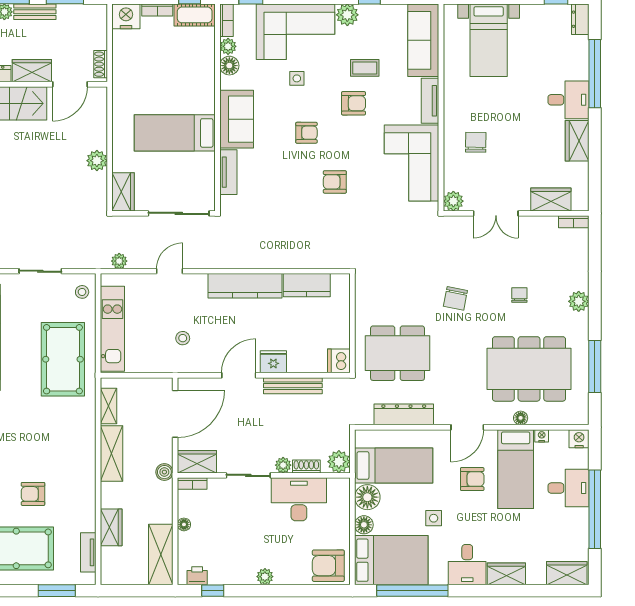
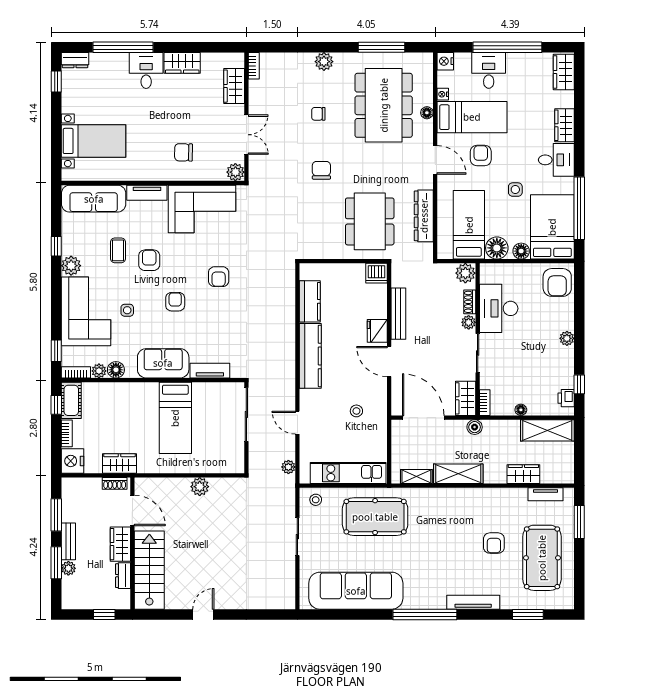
wardrobe: (123, 192) -> (120, 464), moved
chair: (455, 298) -> (321, 170), turned -101

